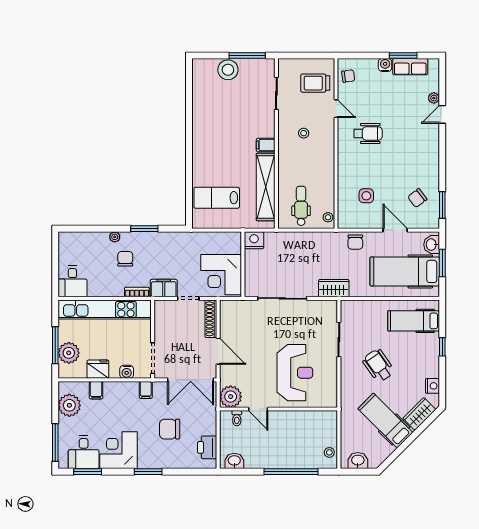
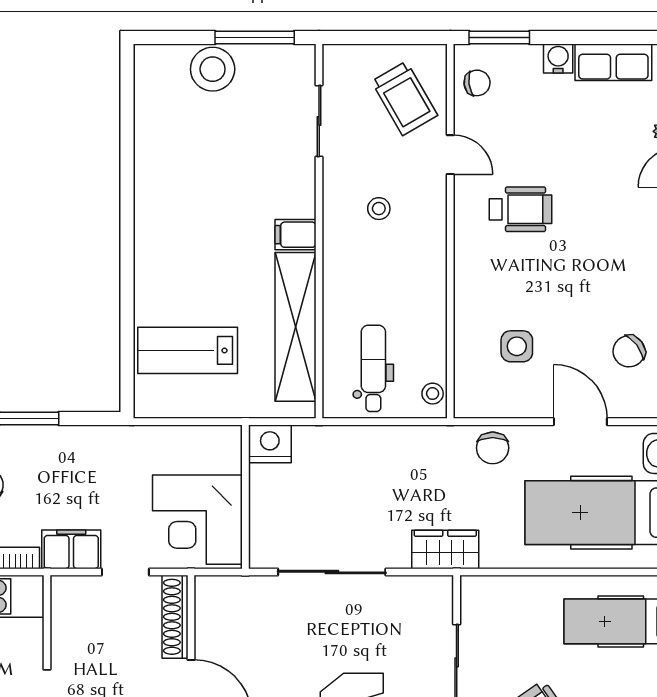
window: (403, 55) -> (499, 38), moved
trolley: (315, 83) -> (405, 98), turned -120

